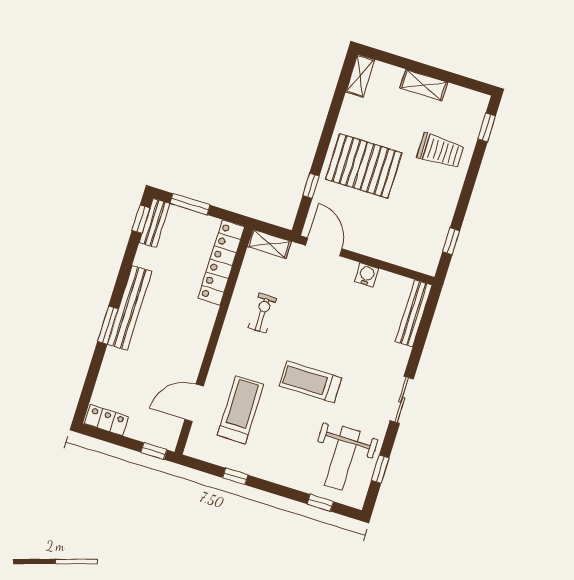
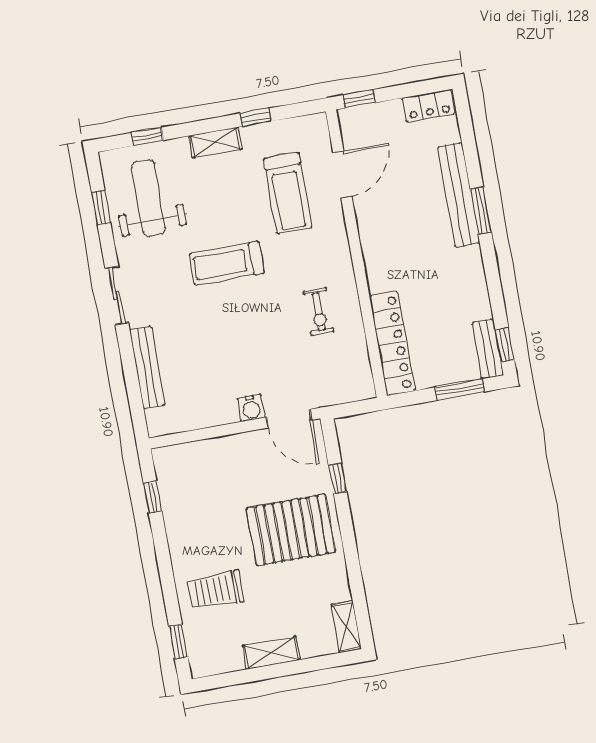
shelving: (269, 244) -> (215, 142), moved
water cooler: (367, 275) -> (251, 408), moved
bench: (130, 308) -> (459, 195), moved
bench: (414, 313) -> (147, 367), moved
treadmill: (310, 382) -> (227, 263), turned 180

